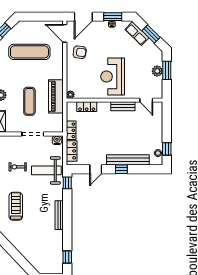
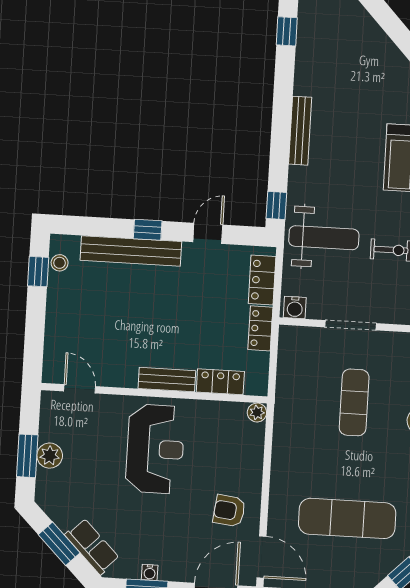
piano: (56, 96) -> (291, 410), removed
bench: (123, 106) -> (167, 380), moved

